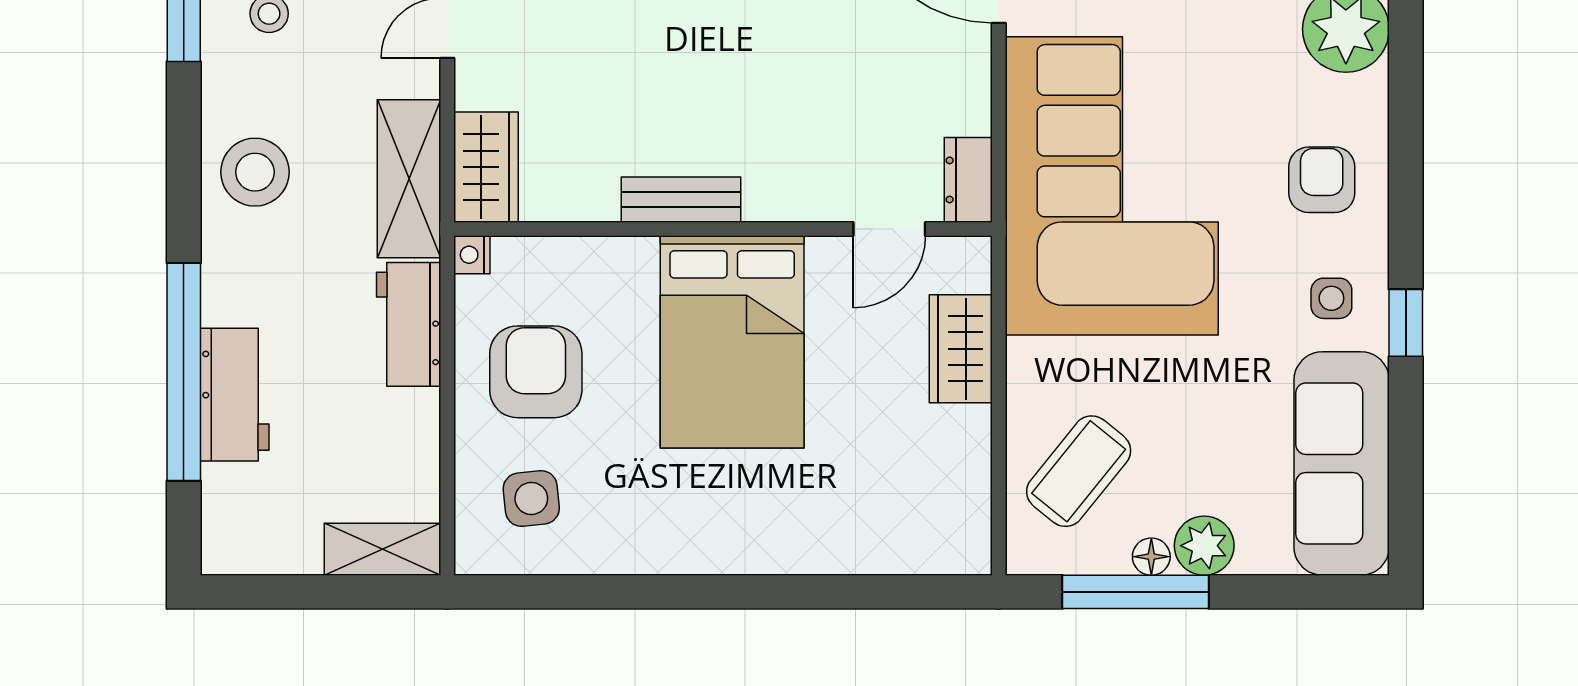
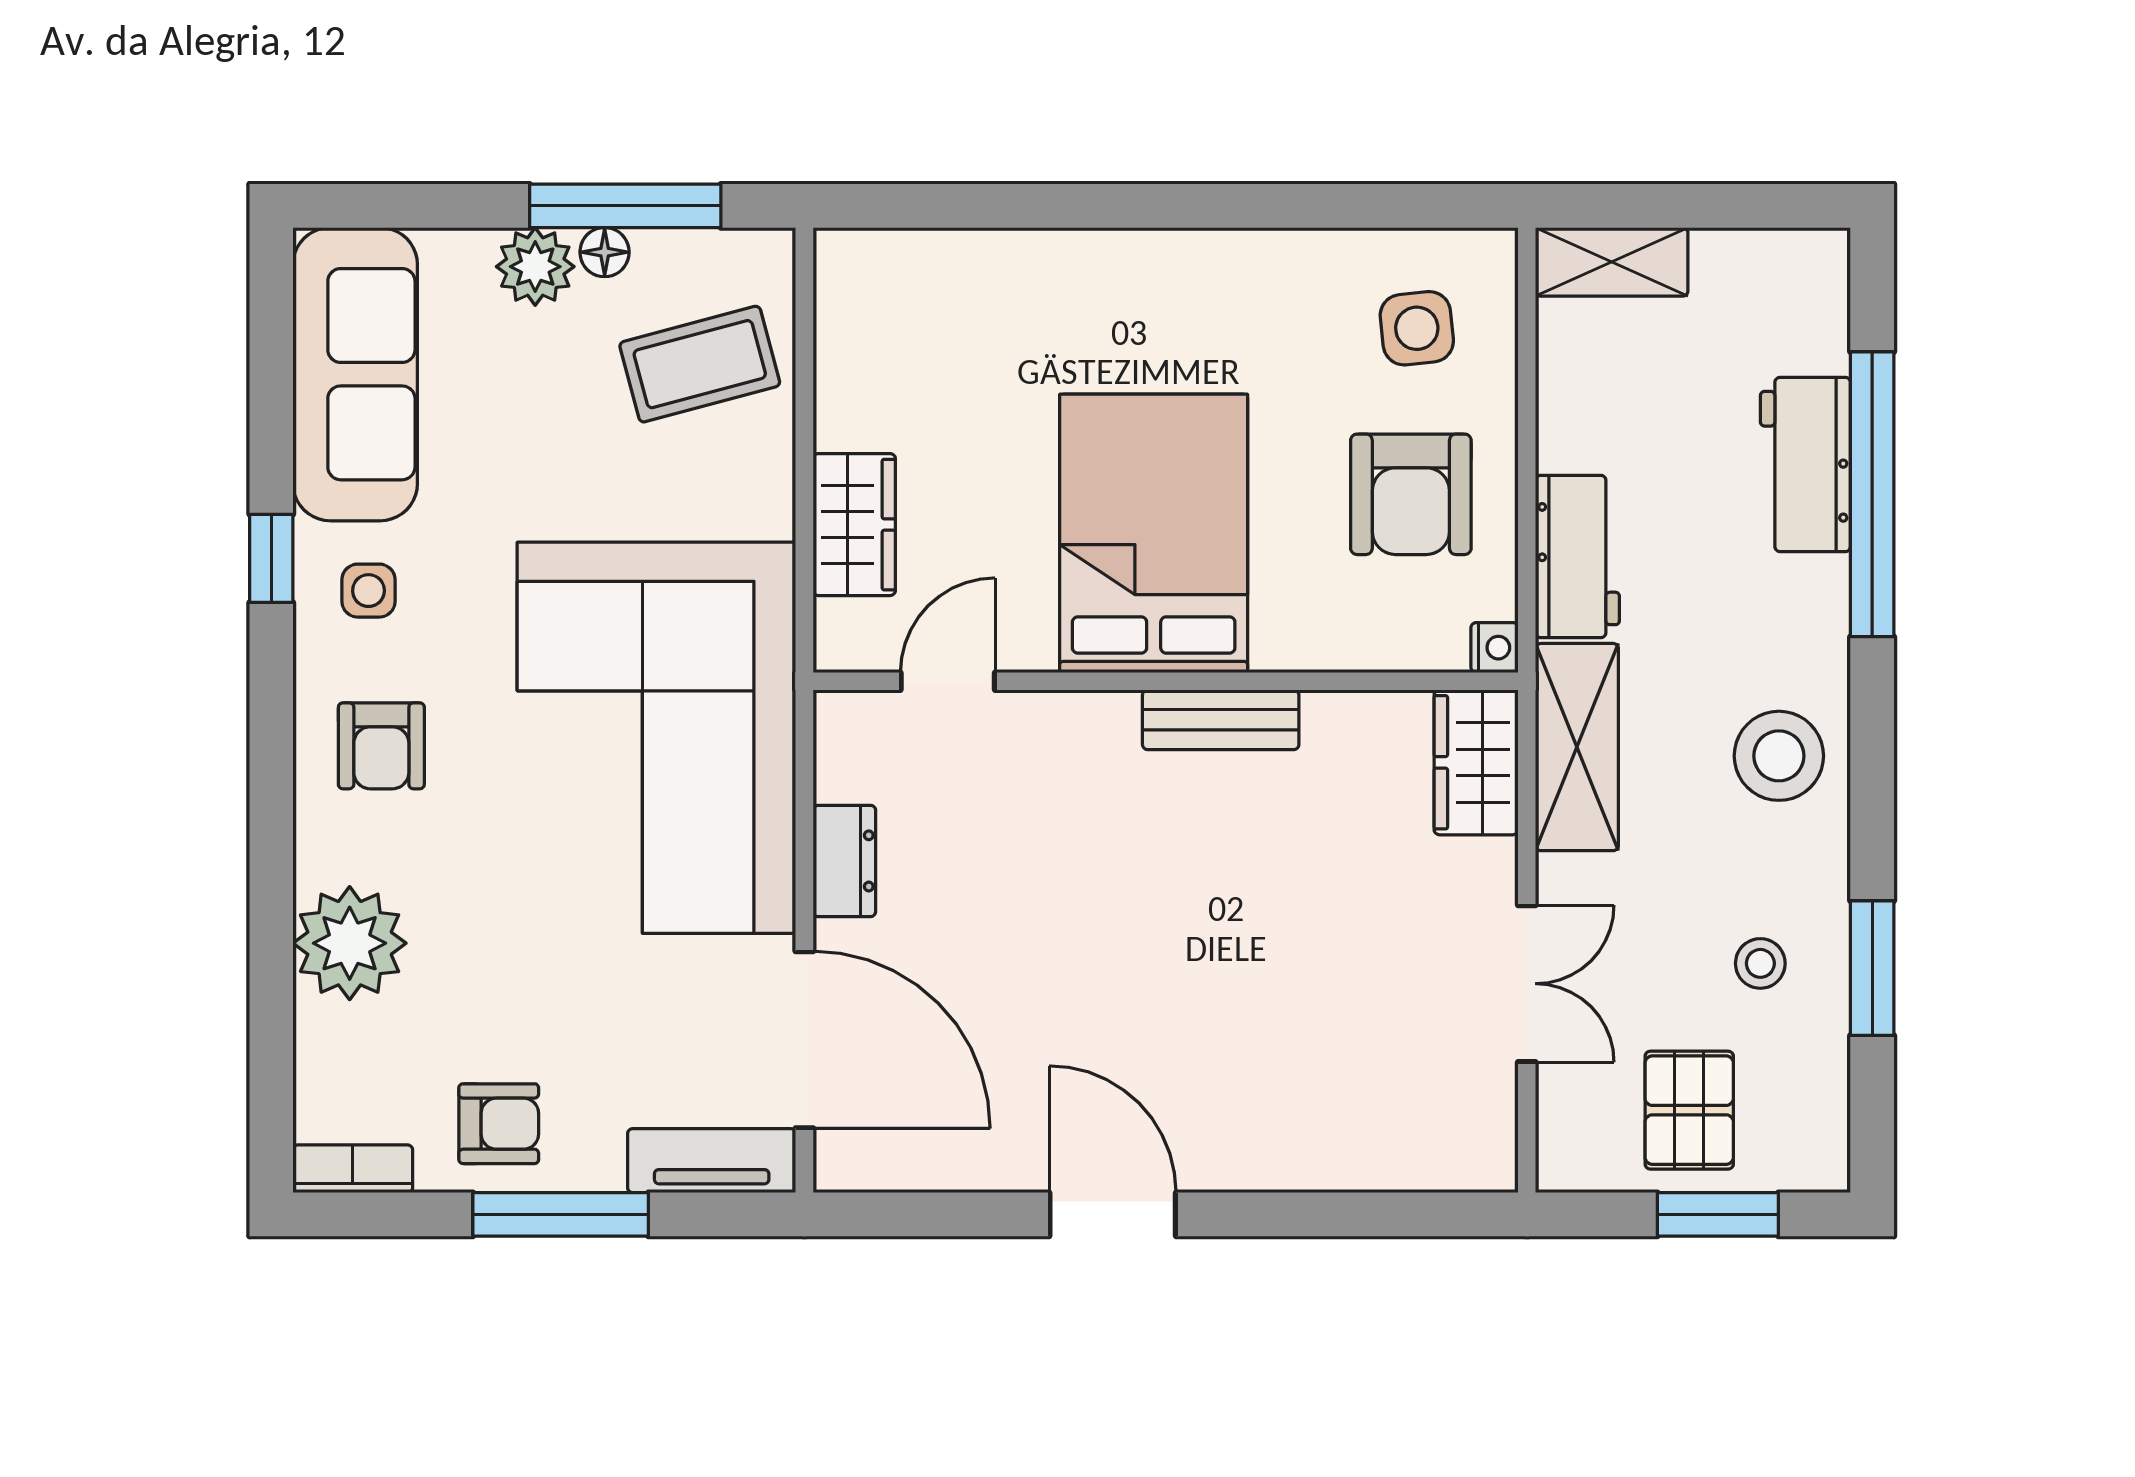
dresser: (968, 180) -> (844, 861), moved
coffee table: (1079, 471) -> (700, 364), turned 36

